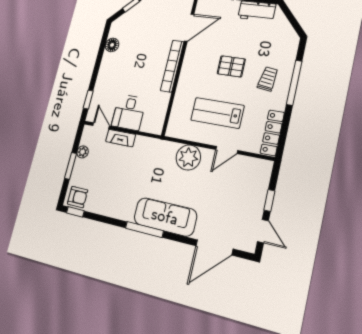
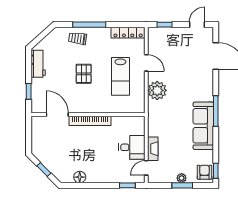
trolley: (268, 79) -> (77, 38), moved
plant: (83, 152) -> (182, 178), moved
window: (269, 200) -> (165, 25), moved
sofa: (165, 217) -> (203, 126), moved

